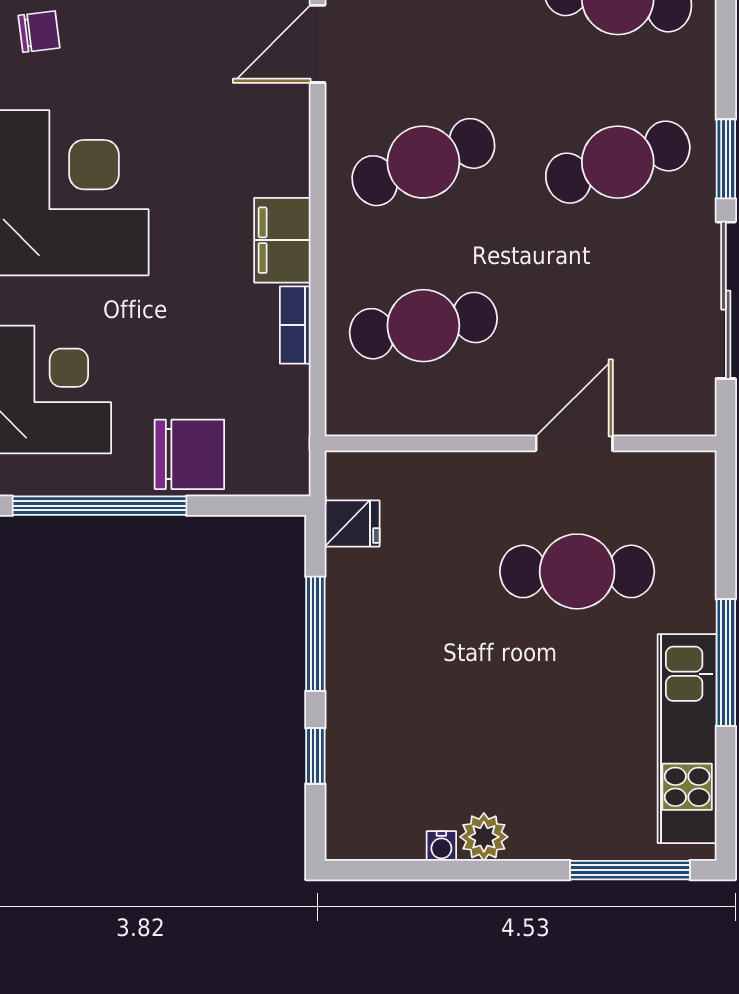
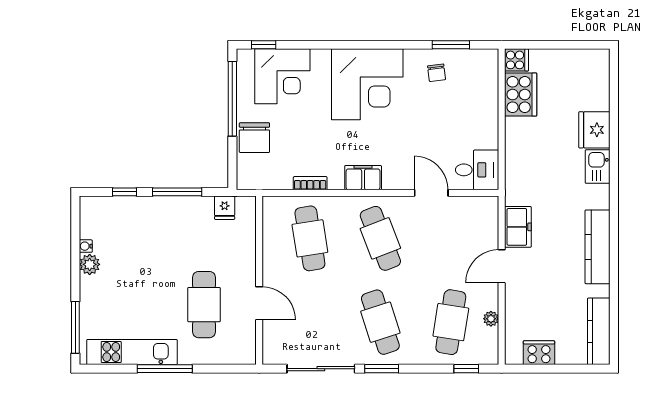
filing cabinet: (282, 240) -> (363, 178), moved

